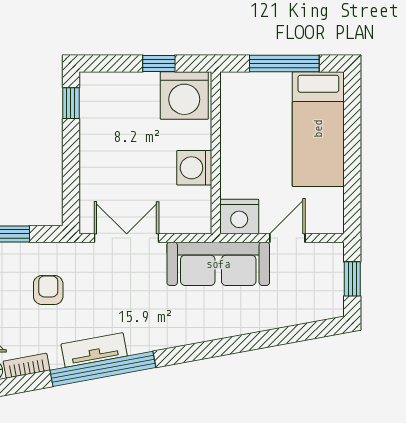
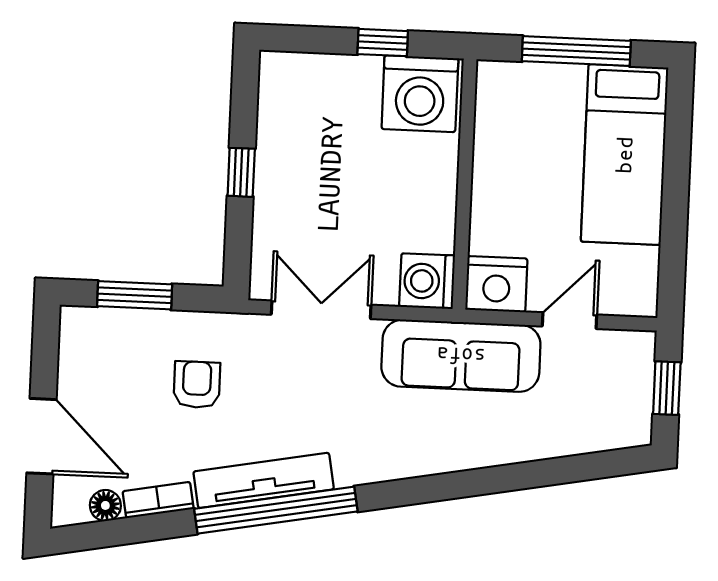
window: (71, 103) -> (241, 172), moved
washing machine: (194, 168) -> (427, 281), moved
tv unit: (94, 350) -> (264, 480), width x1.41

